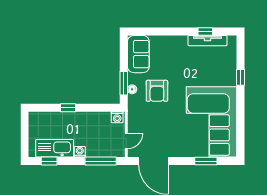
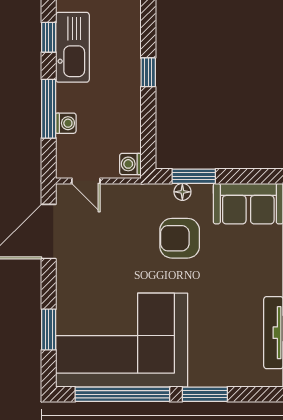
window: (241, 77) -> (205, 394), width x1.50
window: (241, 122) -> (122, 394), added
washing machine: (80, 152) -> (66, 123), moved
window: (101, 161) -> (49, 109), moved

